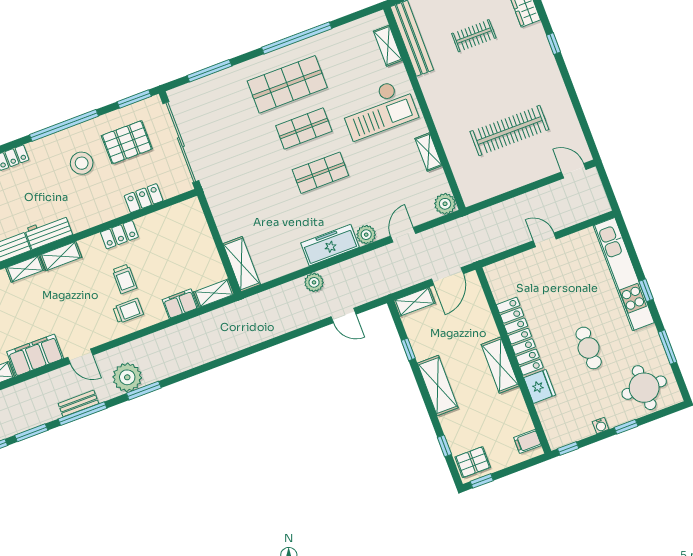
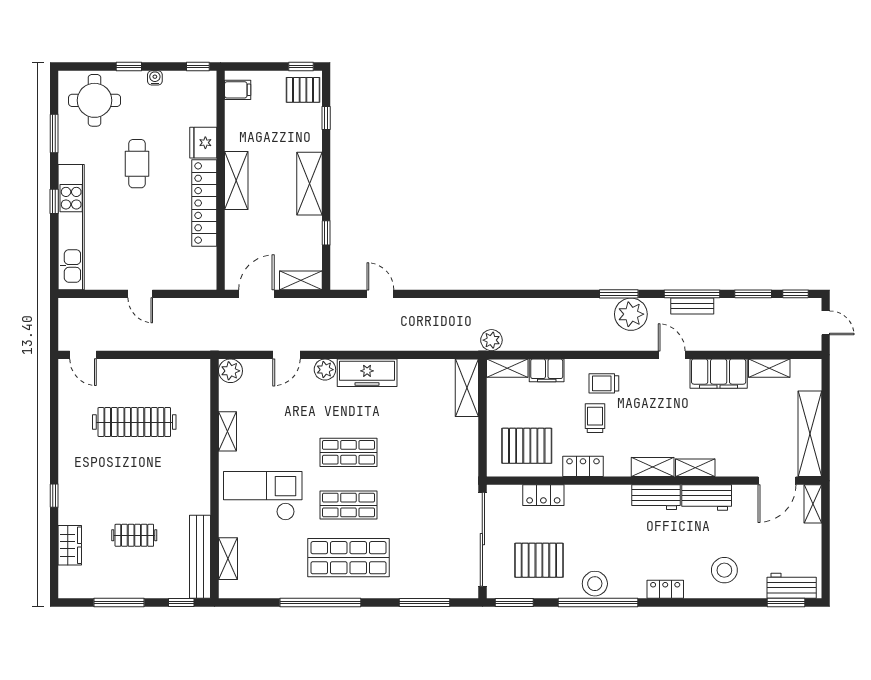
stool: (82, 163) -> (595, 584), moved
pallet: (173, 234) -> (527, 446), added
plant: (314, 282) -> (491, 340), moved

